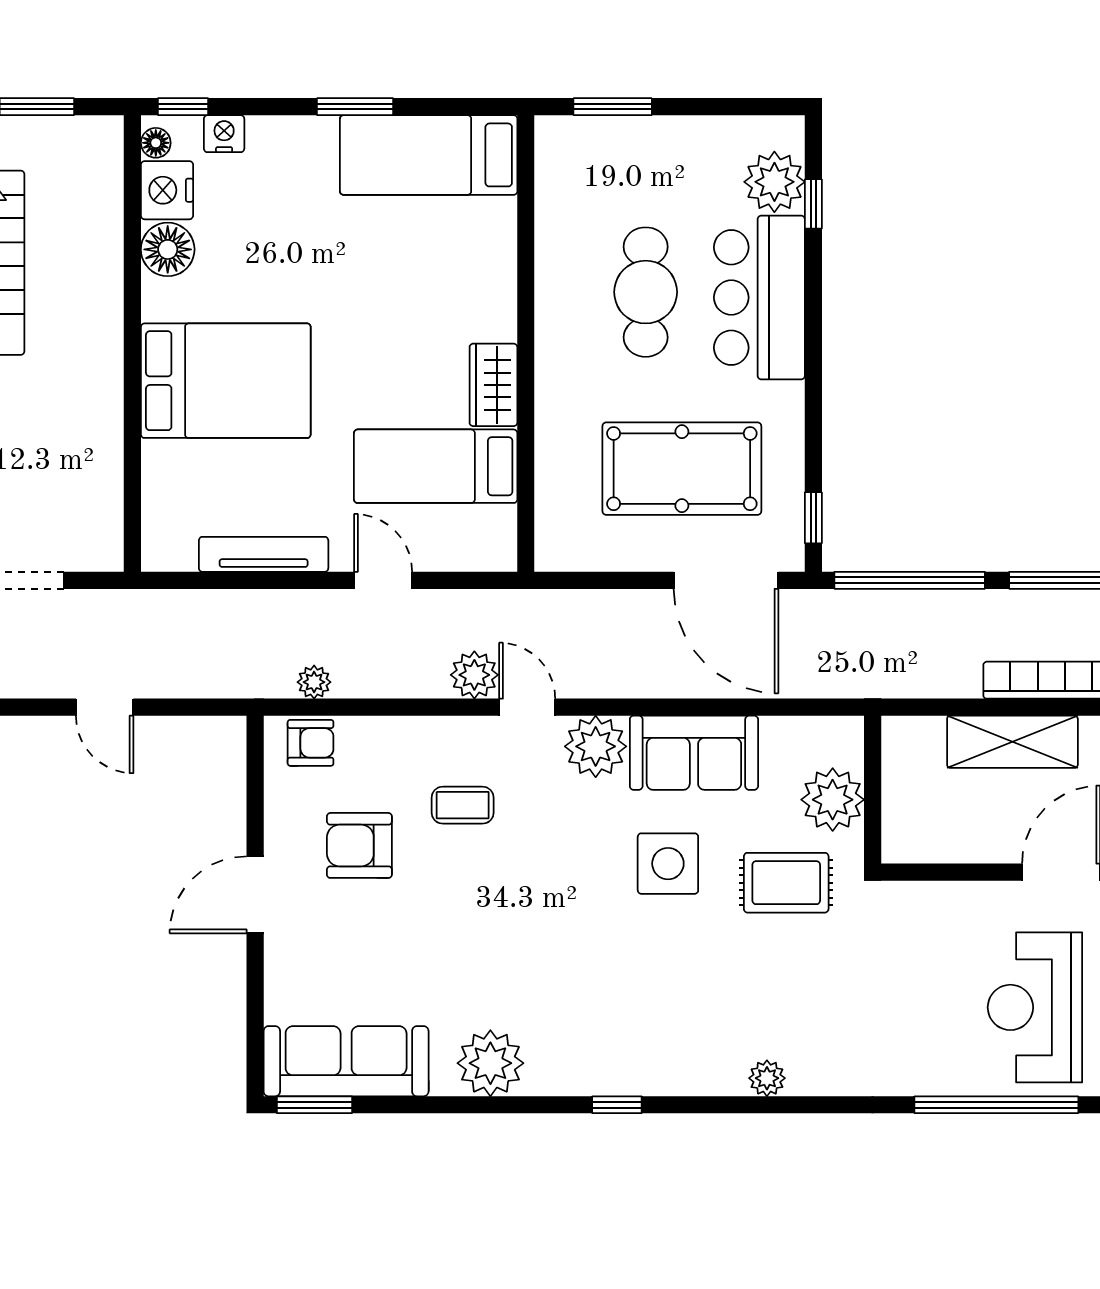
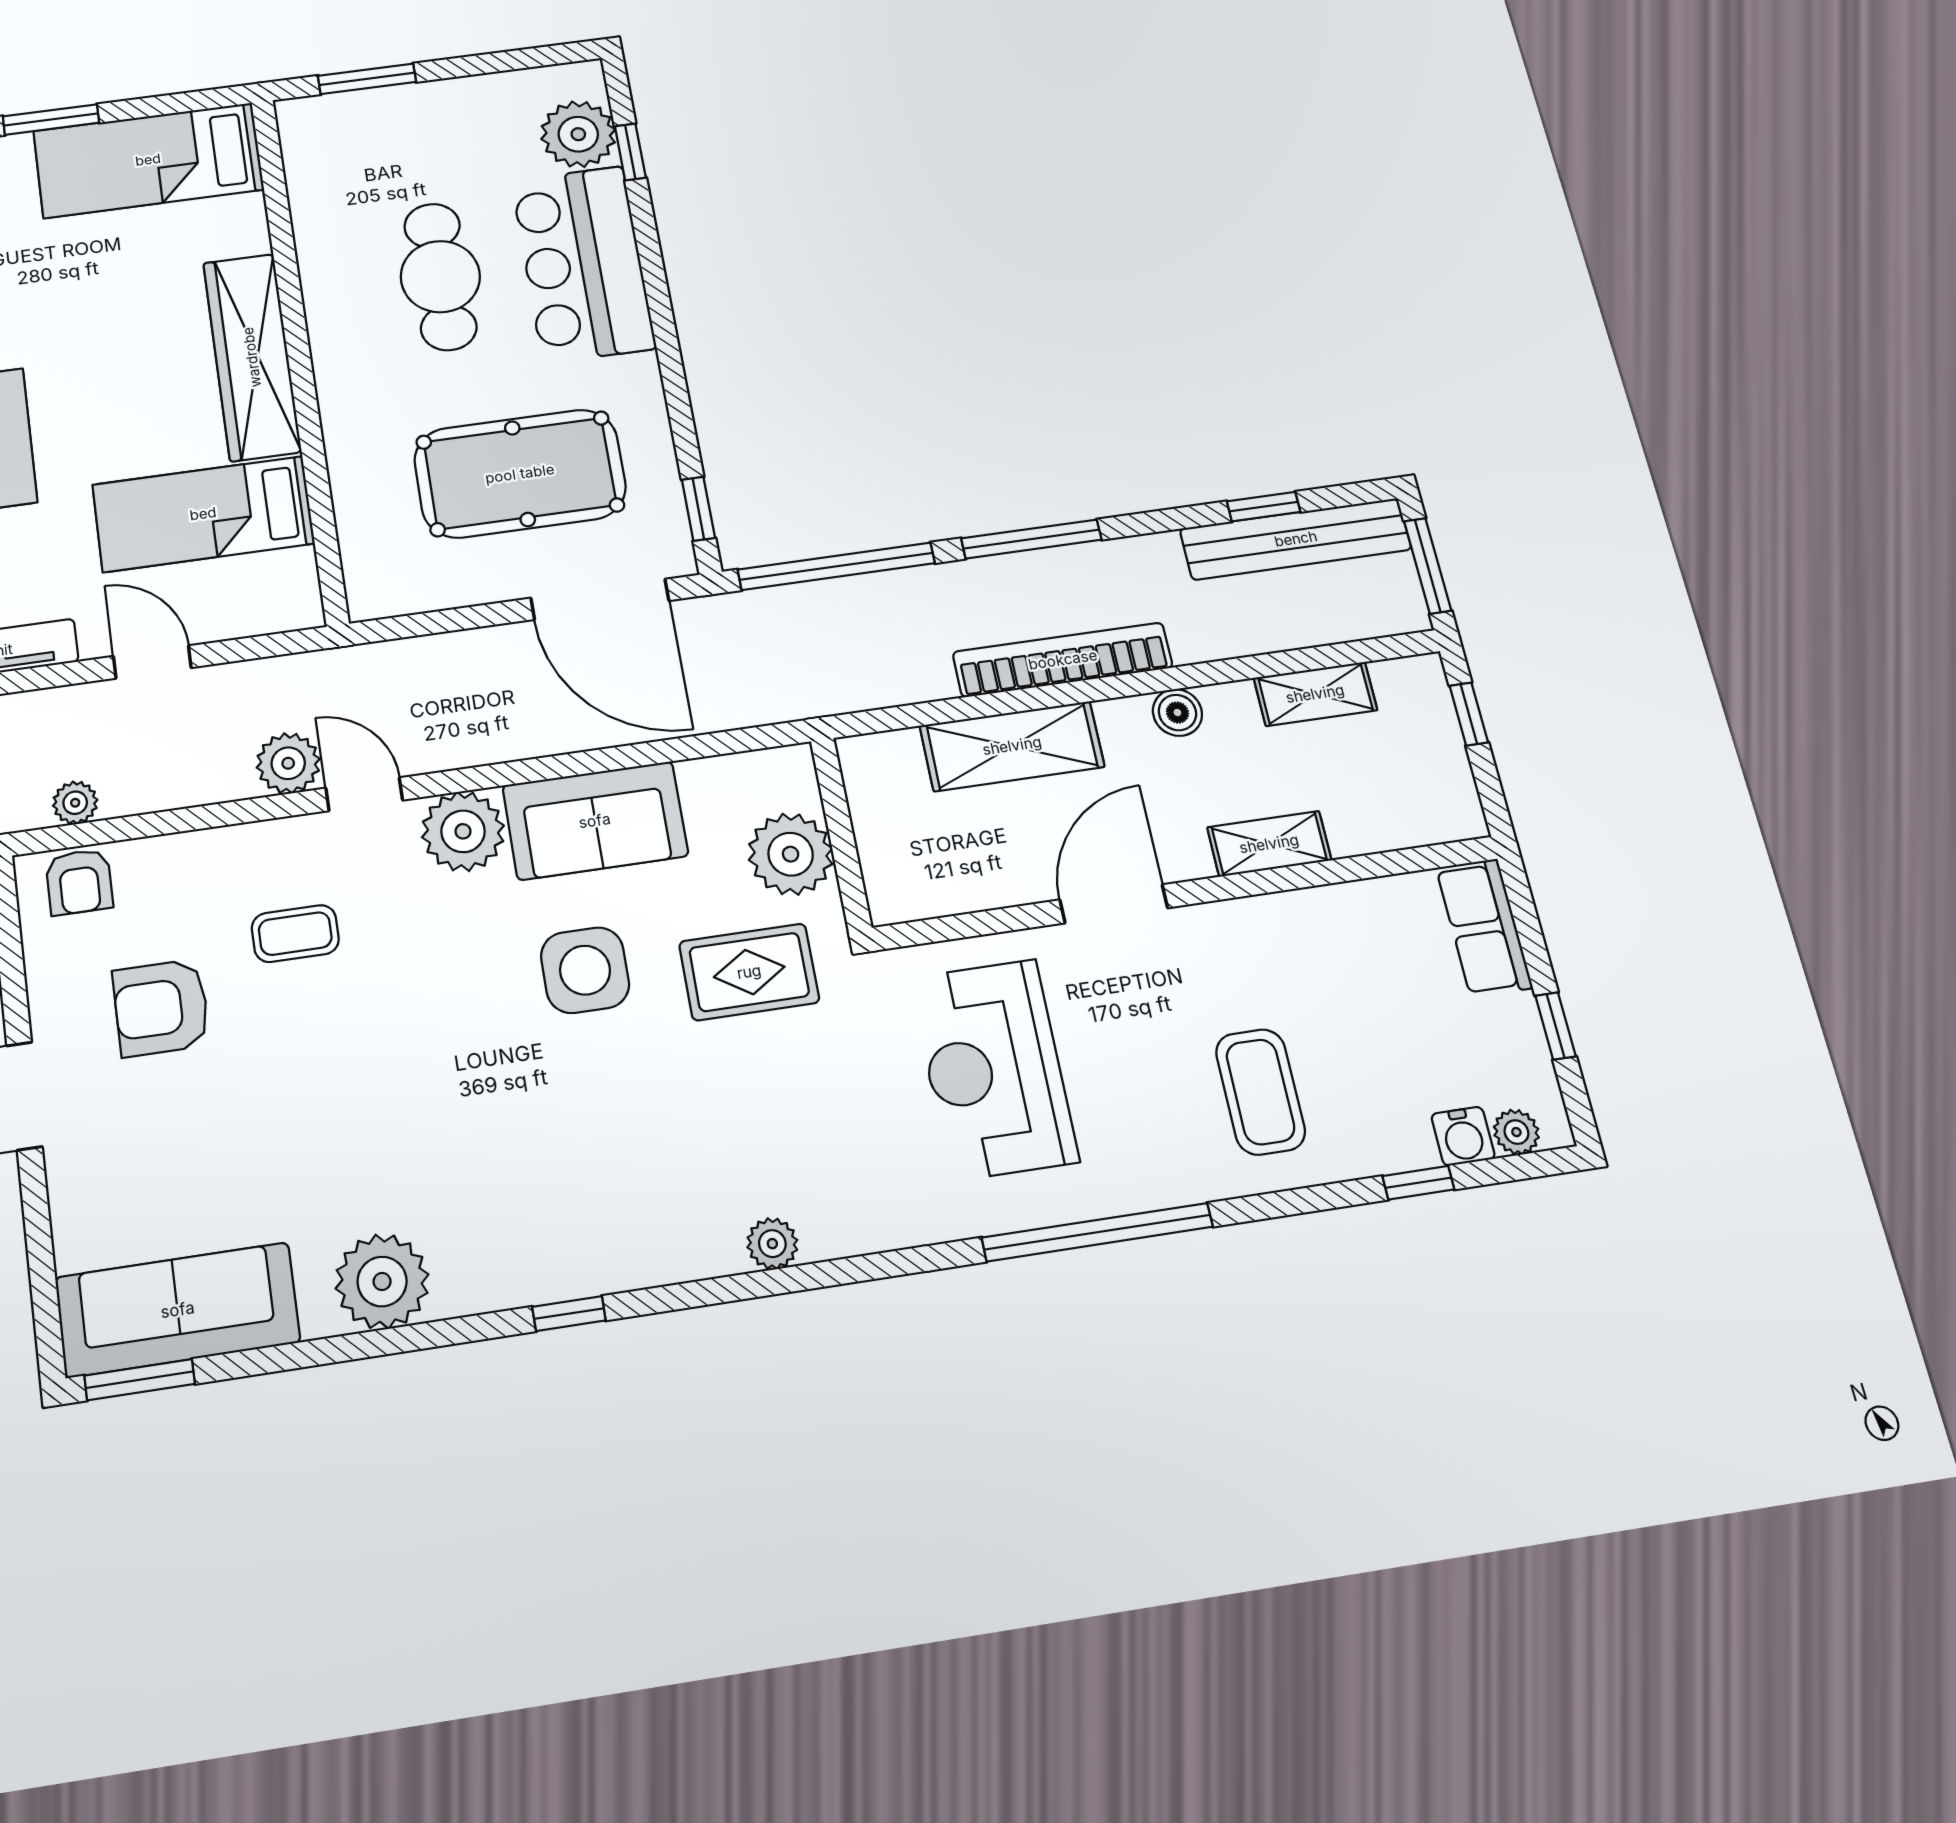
wardrobe: (493, 385) -> (252, 357), width x2.10, depth x1.17
armchair: (311, 743) -> (79, 882), turned 90
reception desk: (1035, 1007) -> (994, 1069), moved

